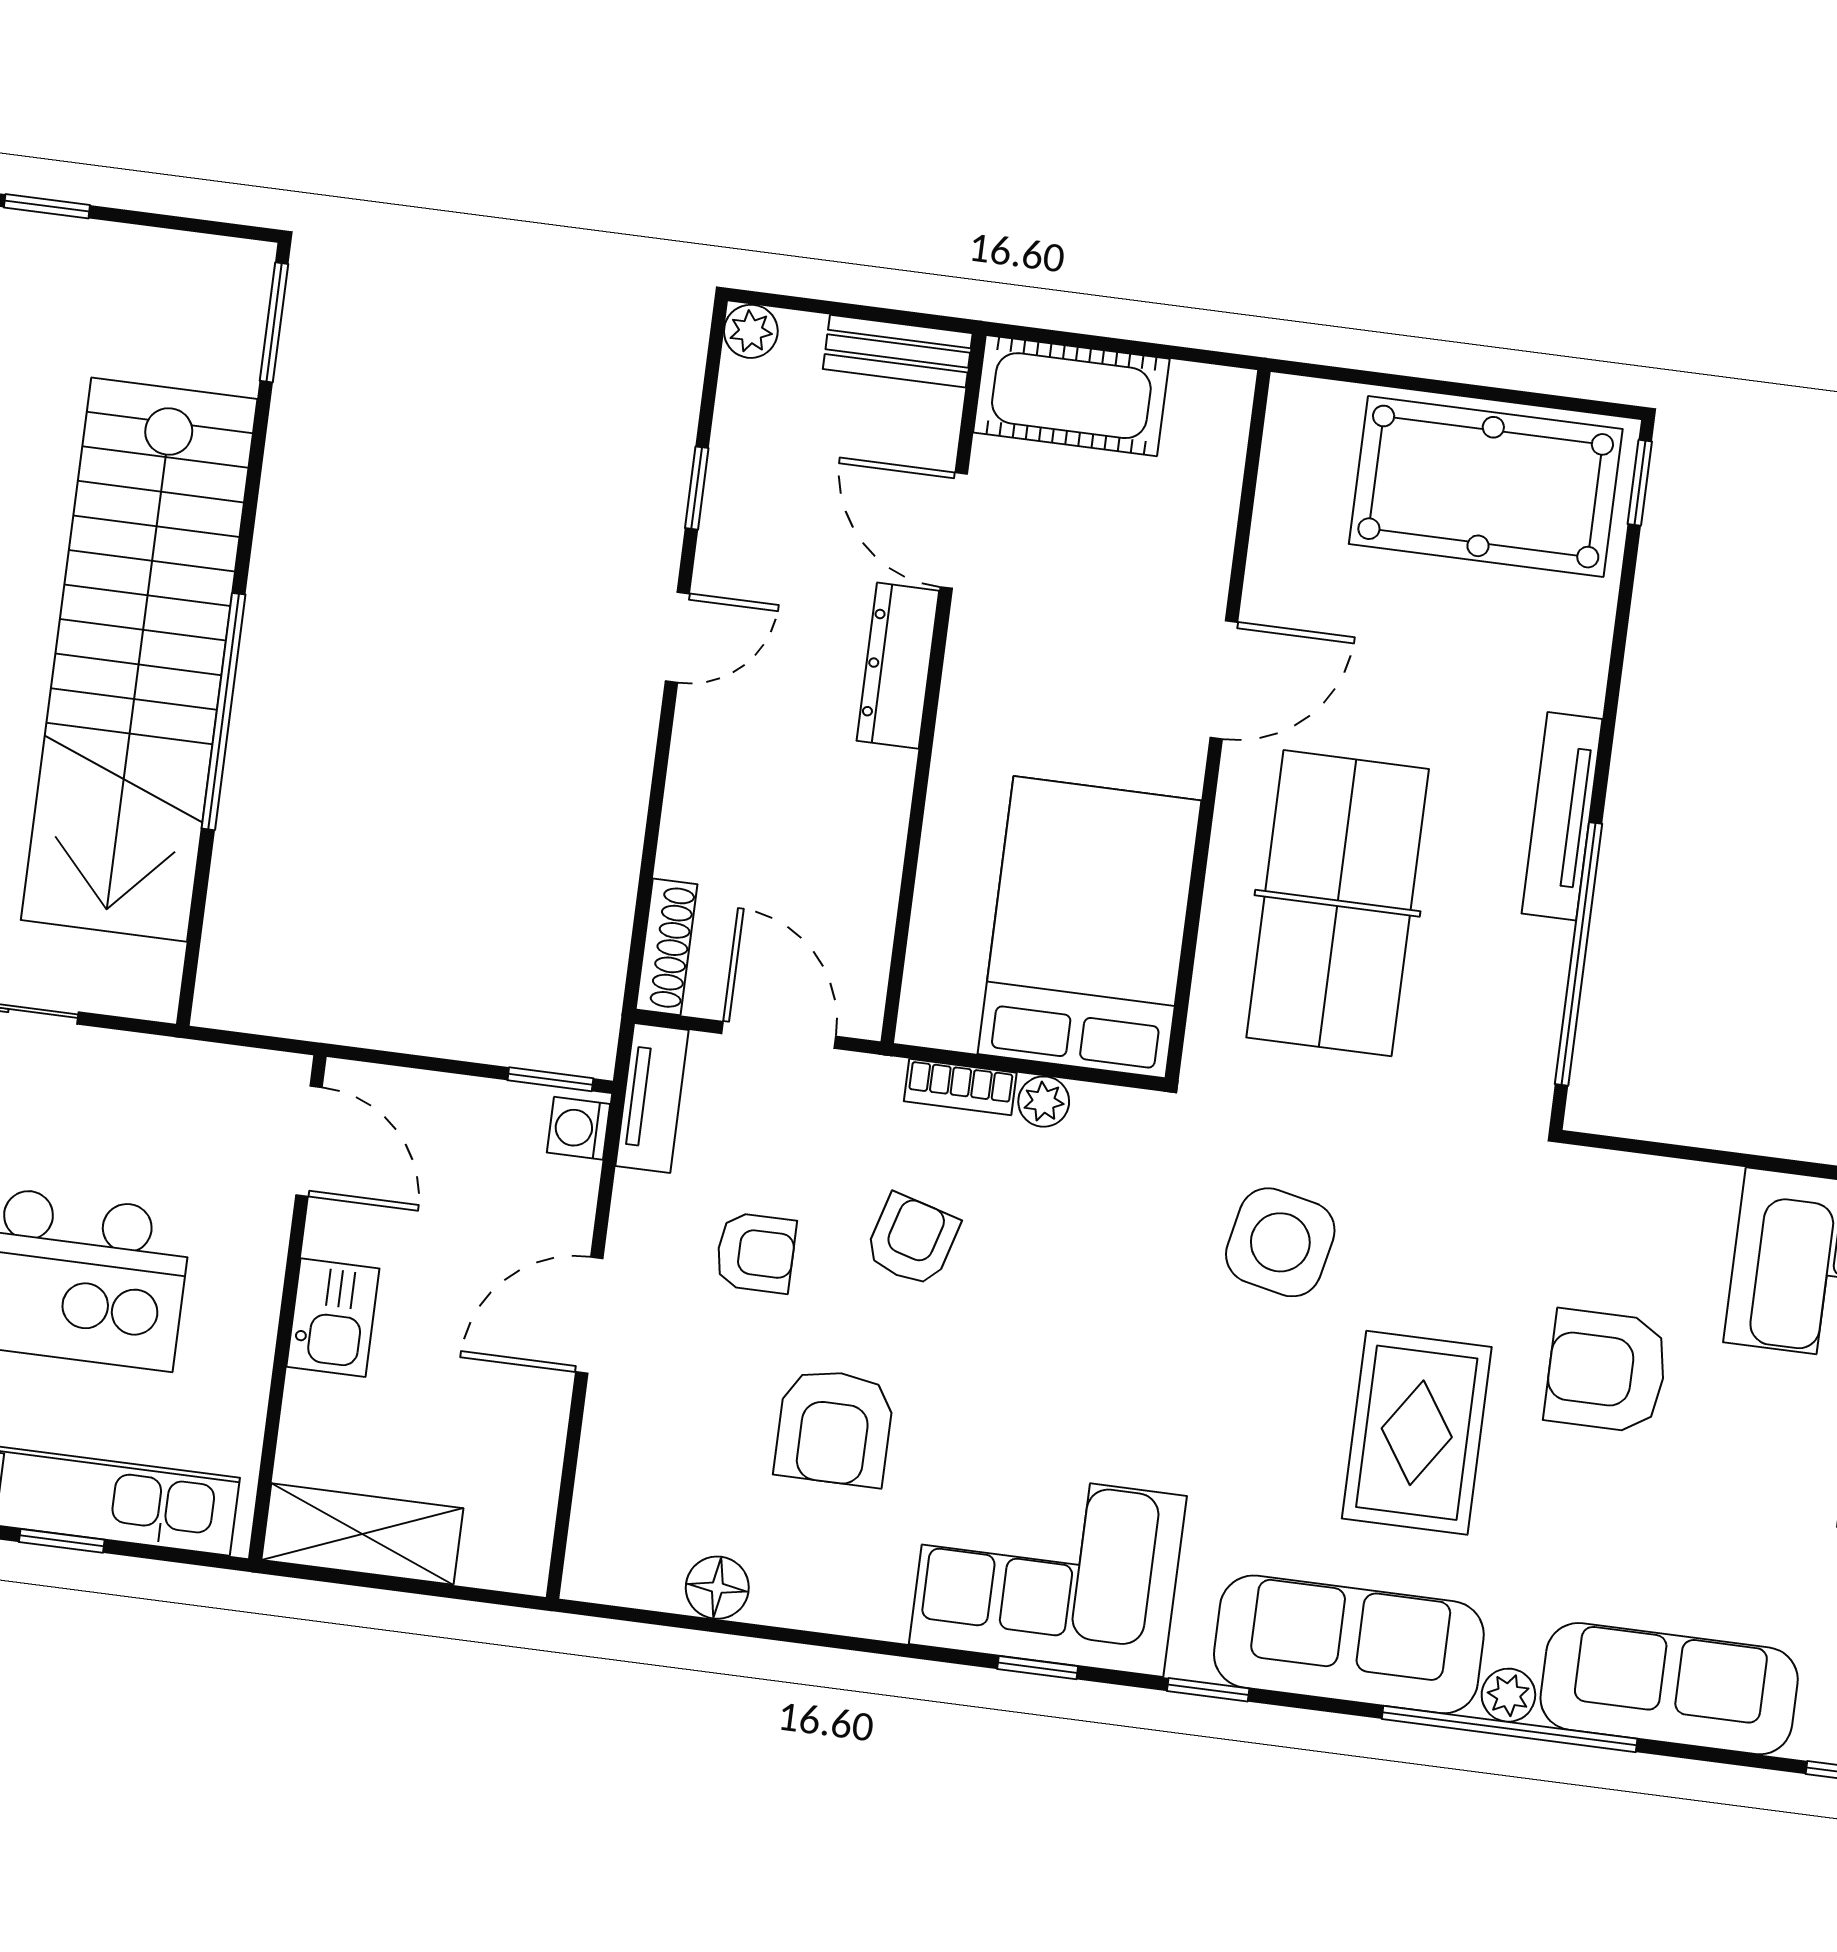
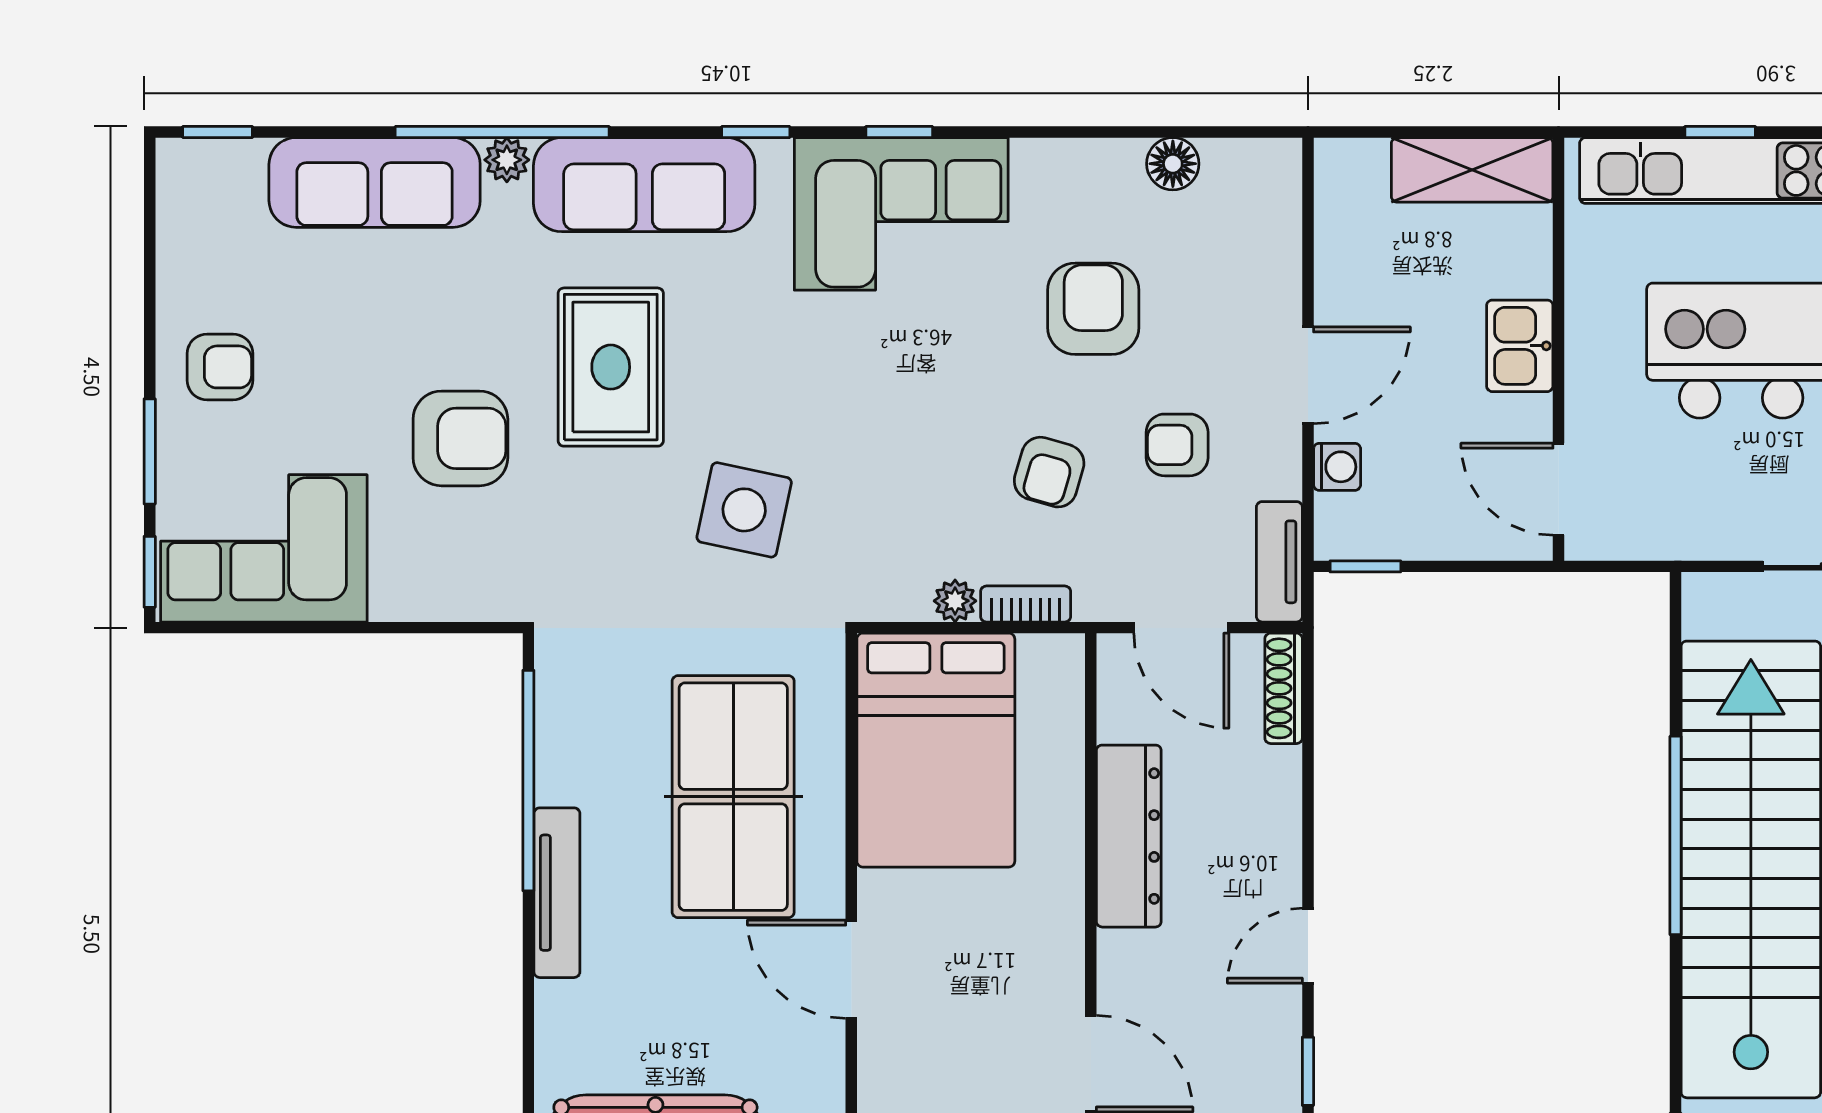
dresser: (898, 666) -> (1129, 836), moved, width x1.37, depth x1.24
door: (1224, 680) -> (851, 969), hinge flipped
washing machine: (578, 1128) -> (1337, 467), moved

